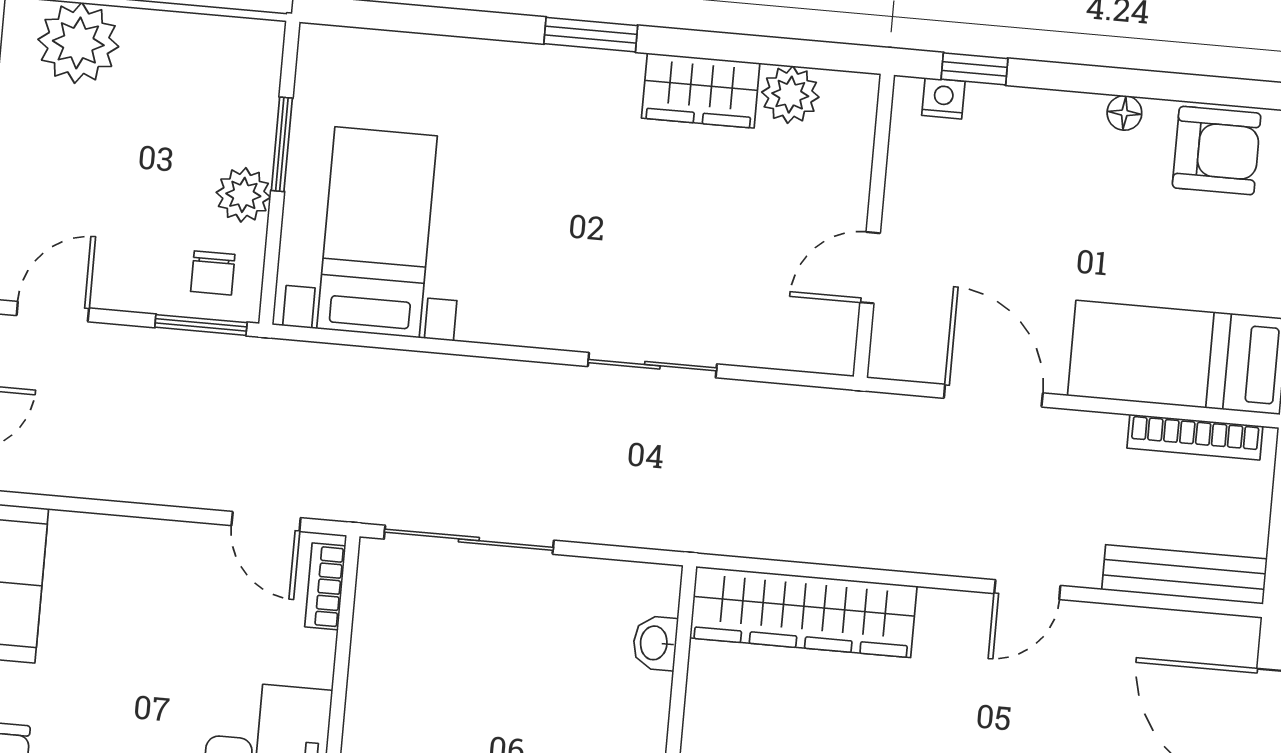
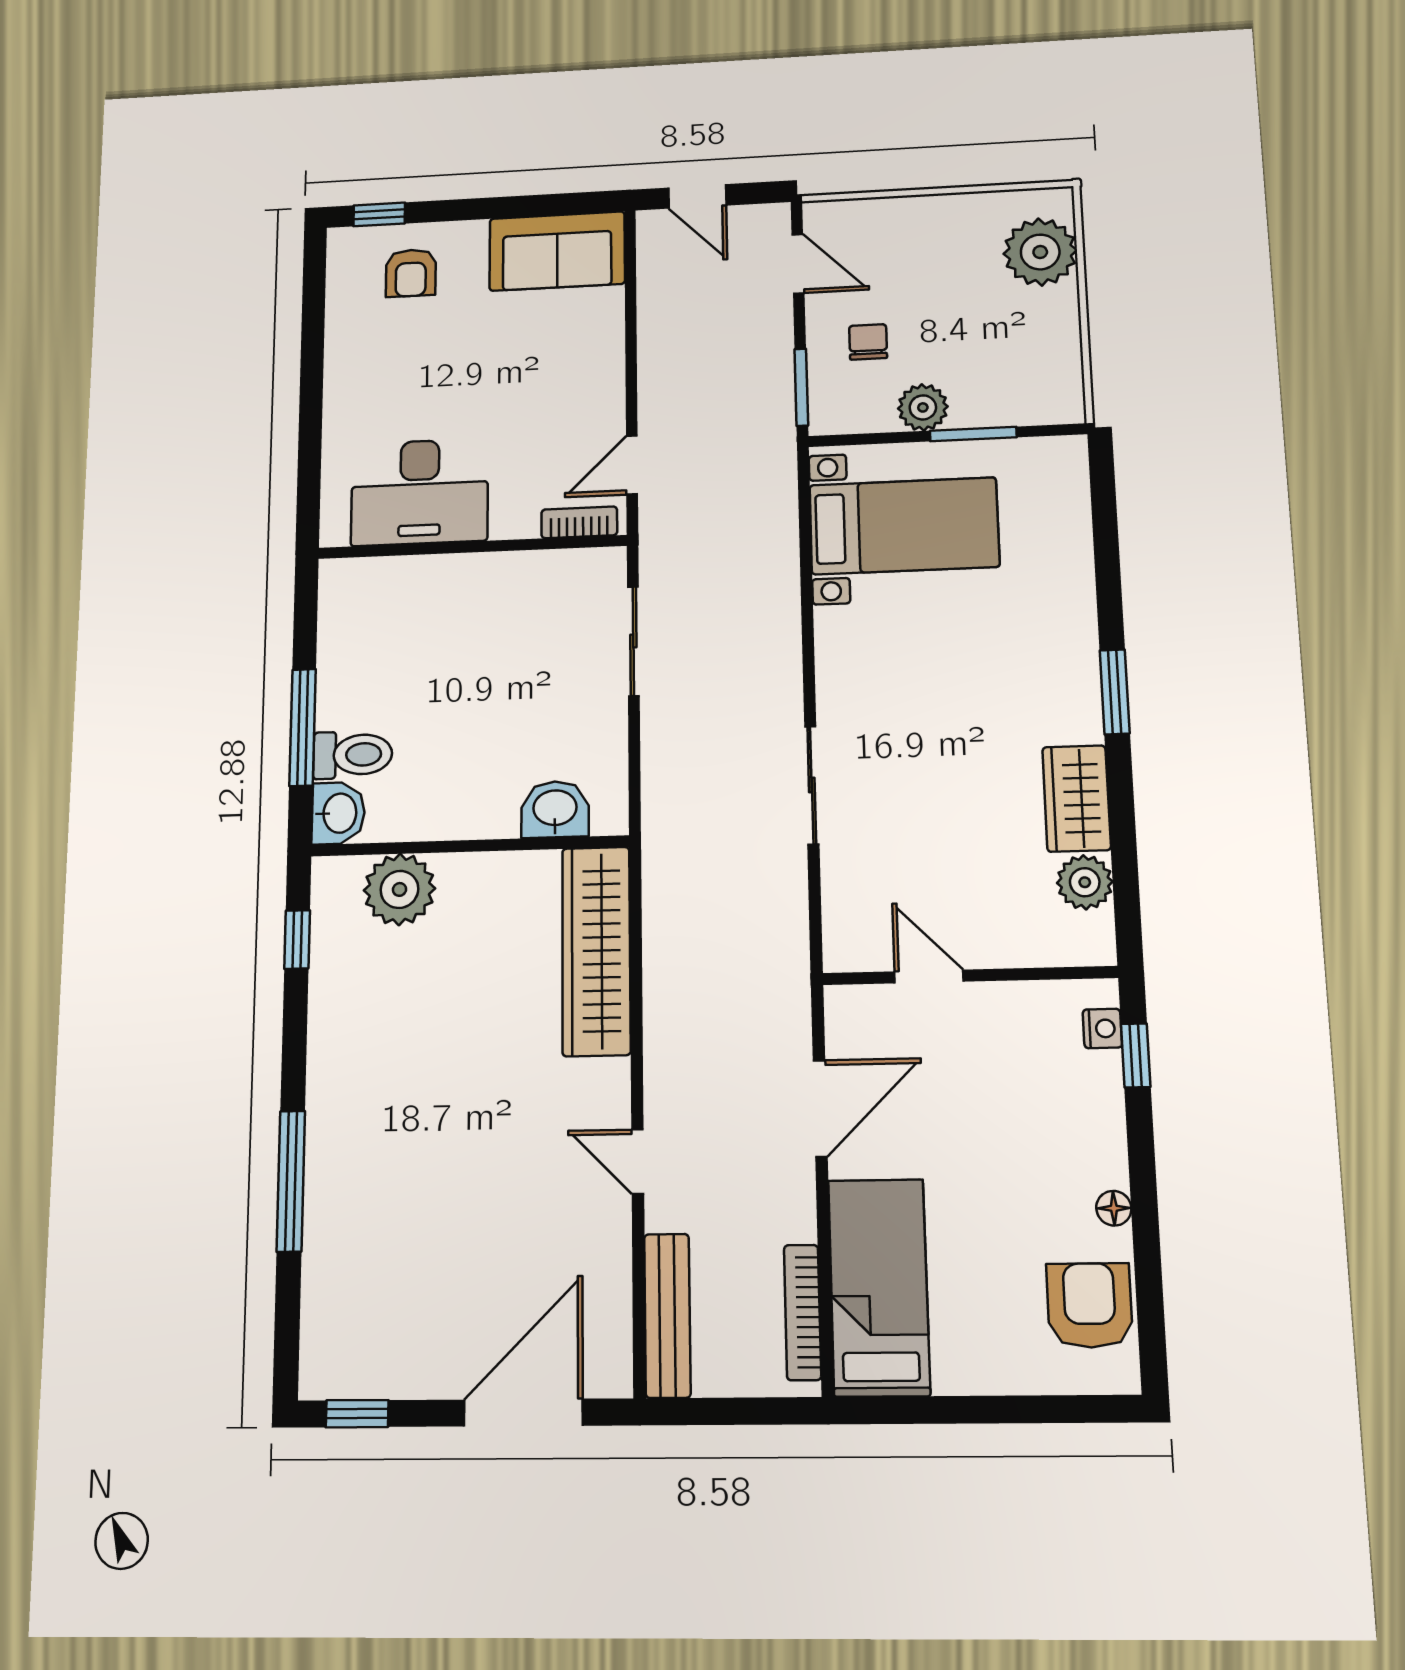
armchair: (1217, 151) -> (1089, 1305), turned 180
chair: (213, 273) -> (868, 342), moved, turned 90
sliding door: (469, 540) -> (633, 641), width x0.73
washbasin: (655, 643) -> (555, 809), width x1.38, depth x1.45

